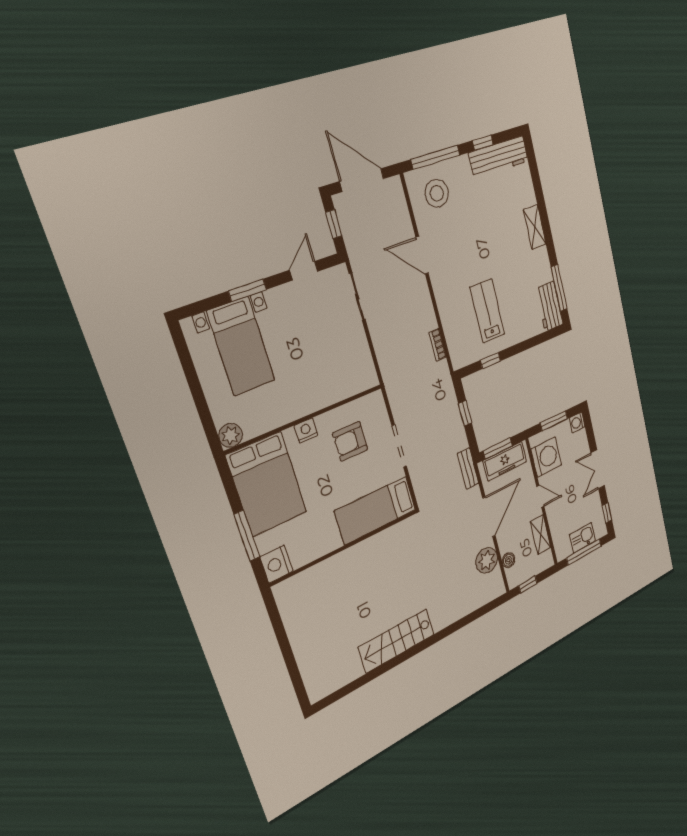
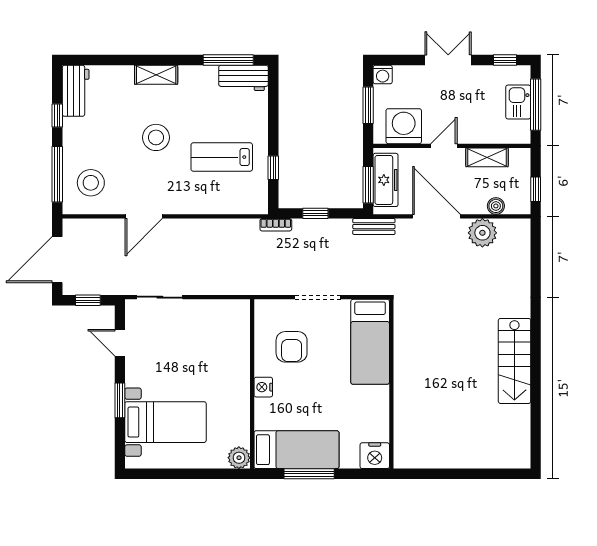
workbench: (499, 157) -> (76, 91), width x0.73
stool: (488, 244) -> (156, 137), added
bookcase: (438, 345) -> (276, 225), moved
double door: (598, 469) -> (448, 60), swing flipped
bed: (267, 484) -> (296, 450), width x0.67
window: (247, 536) -> (309, 474), moved

